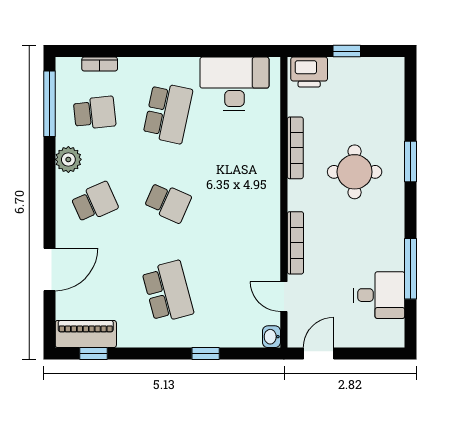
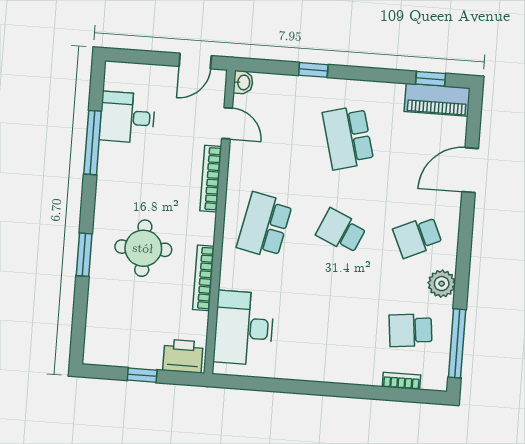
desk: (234, 84) -> (244, 328), moved, turned 90
school desk: (168, 113) -> (264, 225), moved

